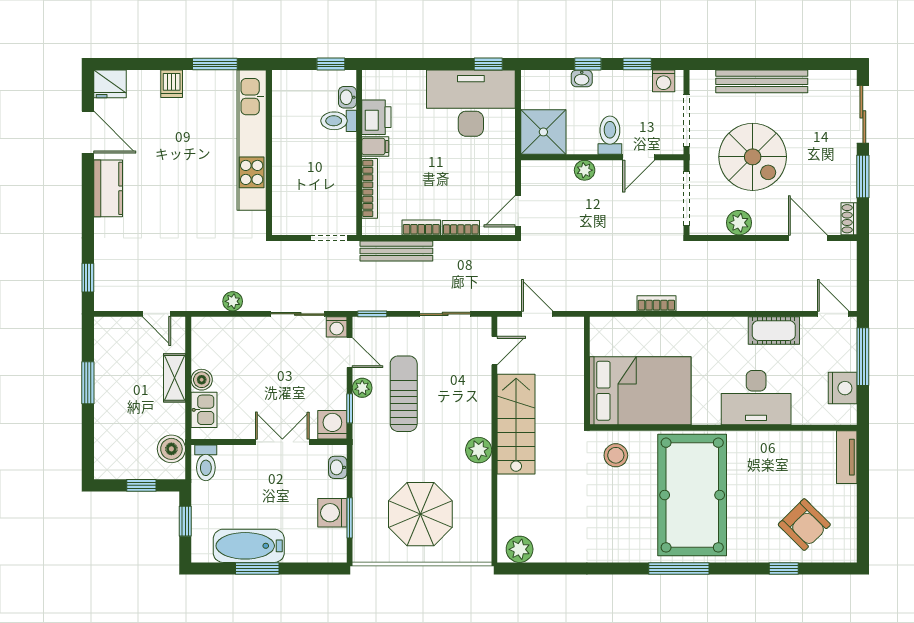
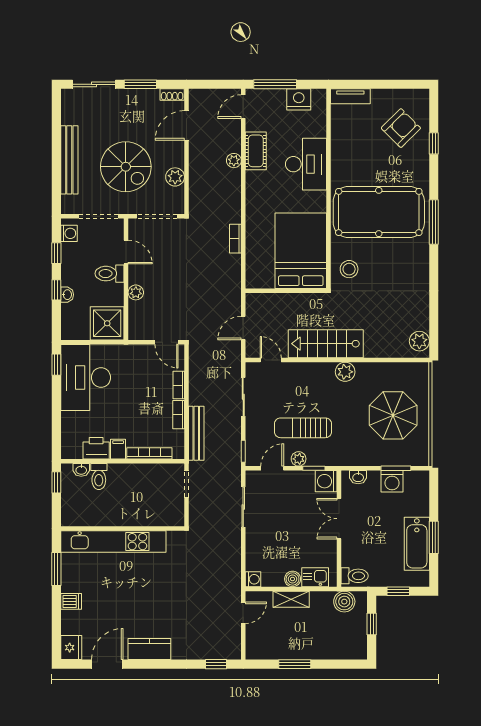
spiral stairs: (753, 157) -> (126, 167), turned 90
plant: (233, 301) -> (234, 161), moved
washing machine: (337, 327) -> (253, 579), moved

